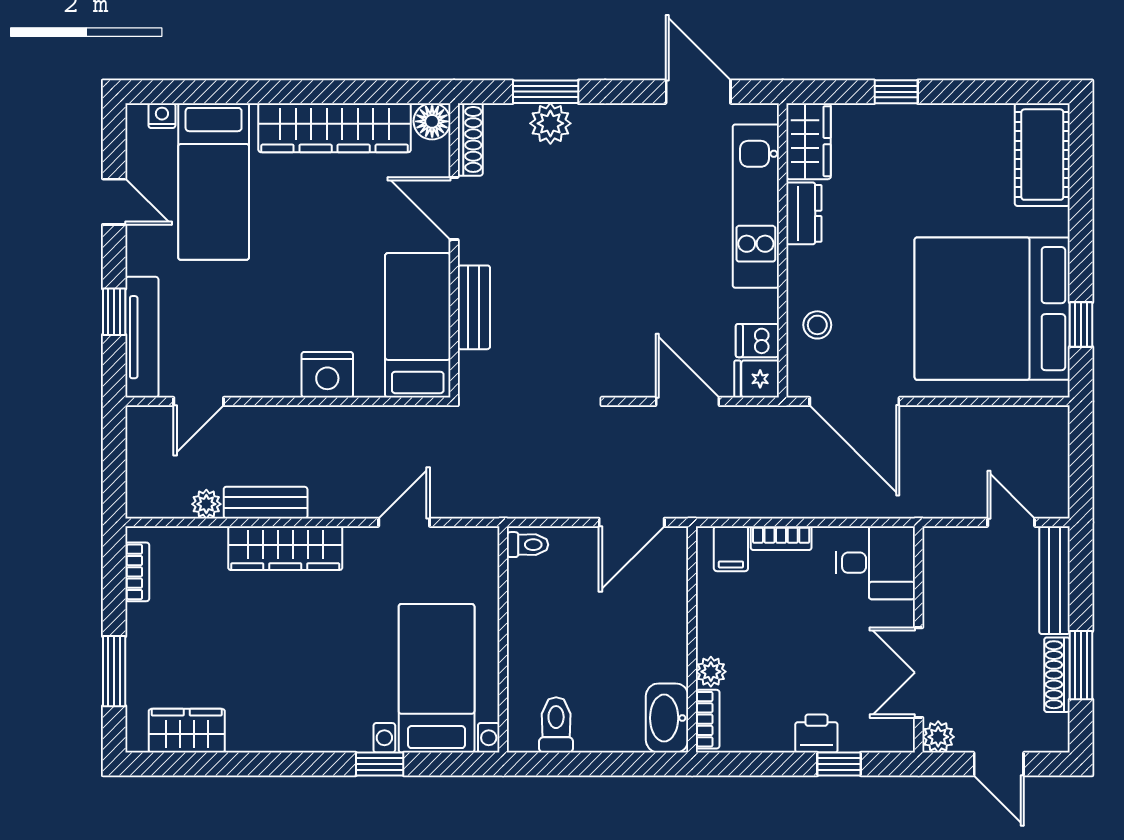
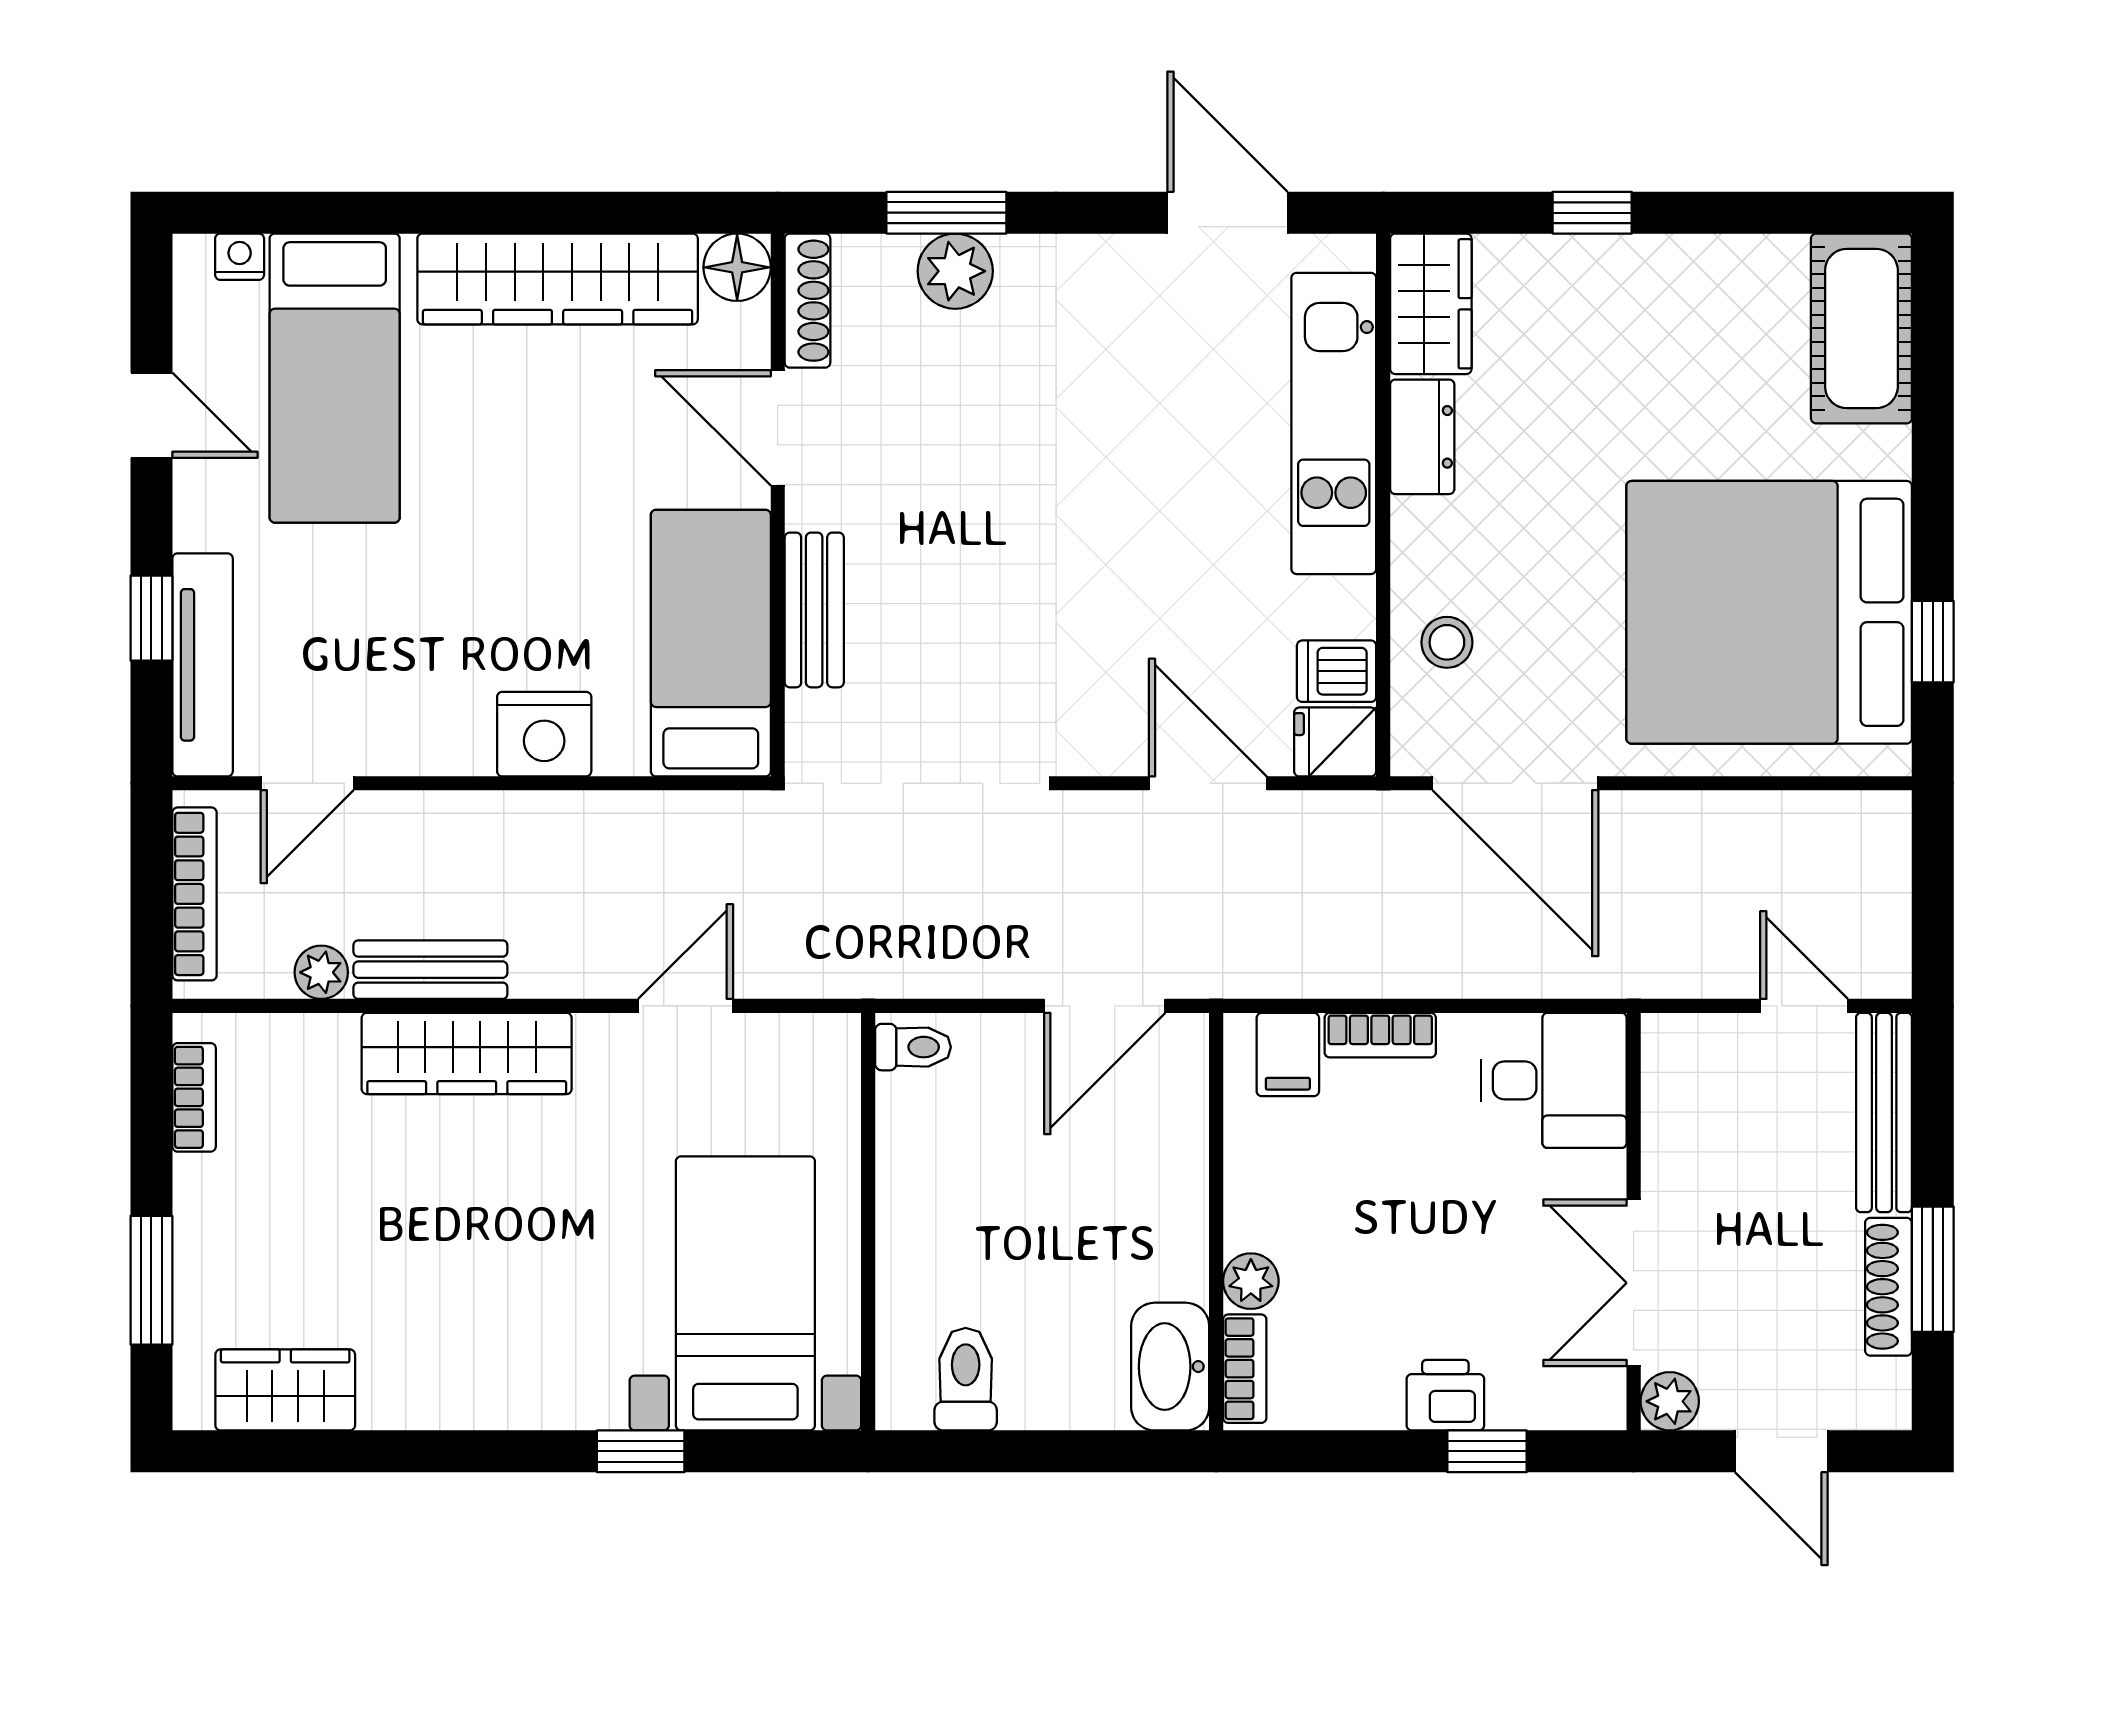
bookcase: (138, 461) -> (194, 894), added

